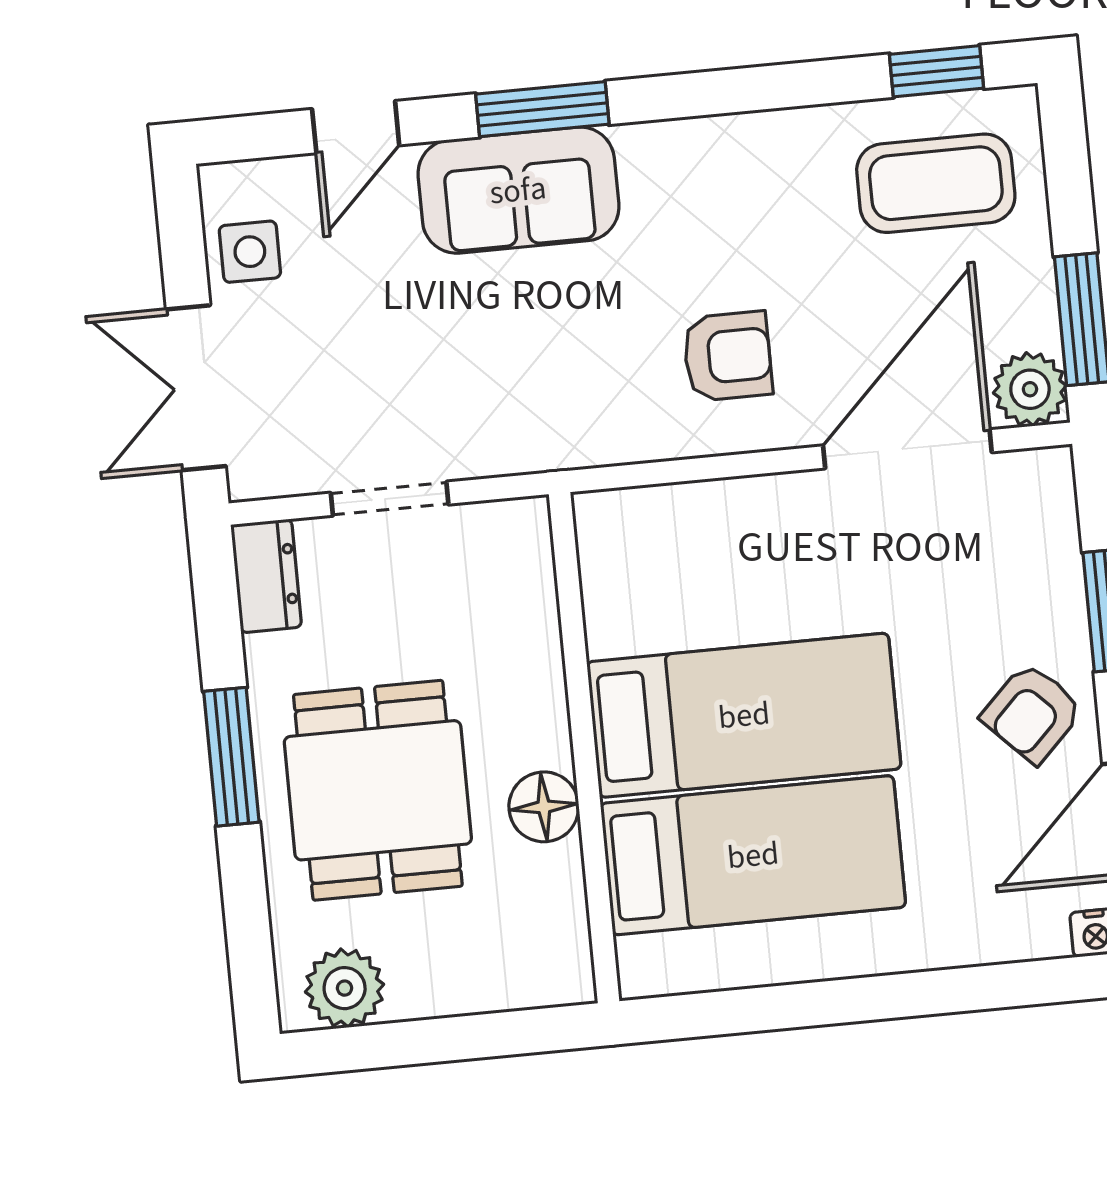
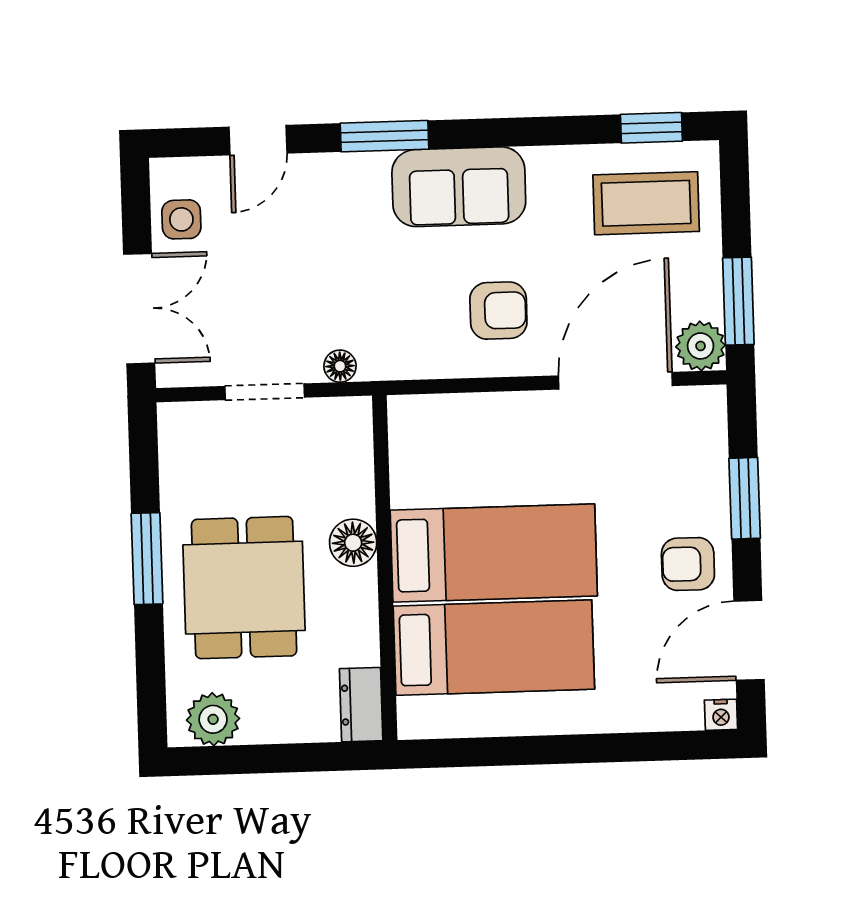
sofa: (518, 190) -> (459, 187), moved
double door: (196, 388) -> (139, 309), swing flipped
floor lamp: (499, 454) -> (340, 366), added
dresser: (266, 576) -> (361, 705), moved, turned 180
armchair: (1032, 713) -> (688, 564), turned 45
floor lamp: (544, 807) -> (353, 543), moved

